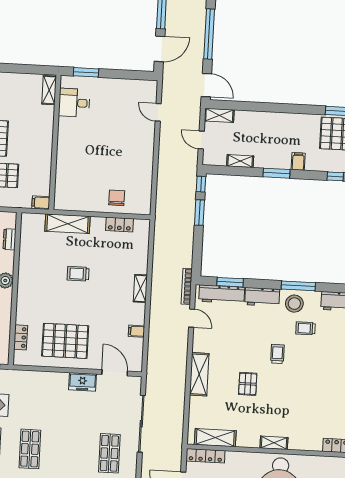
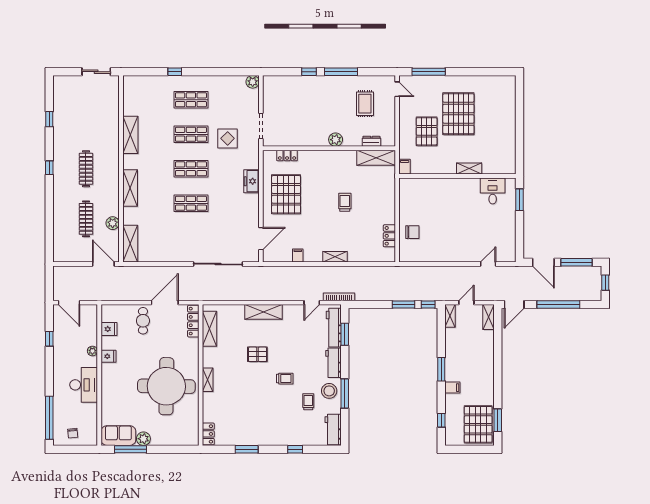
shelving: (49, 90) -> (469, 169), moved
shelving: (240, 161) -> (450, 316), moved
shelving: (67, 224) -> (376, 158), moved, turned 90
freezer: (82, 382) -> (251, 181), moved
shop shelf: (109, 453) -> (191, 203), moved

